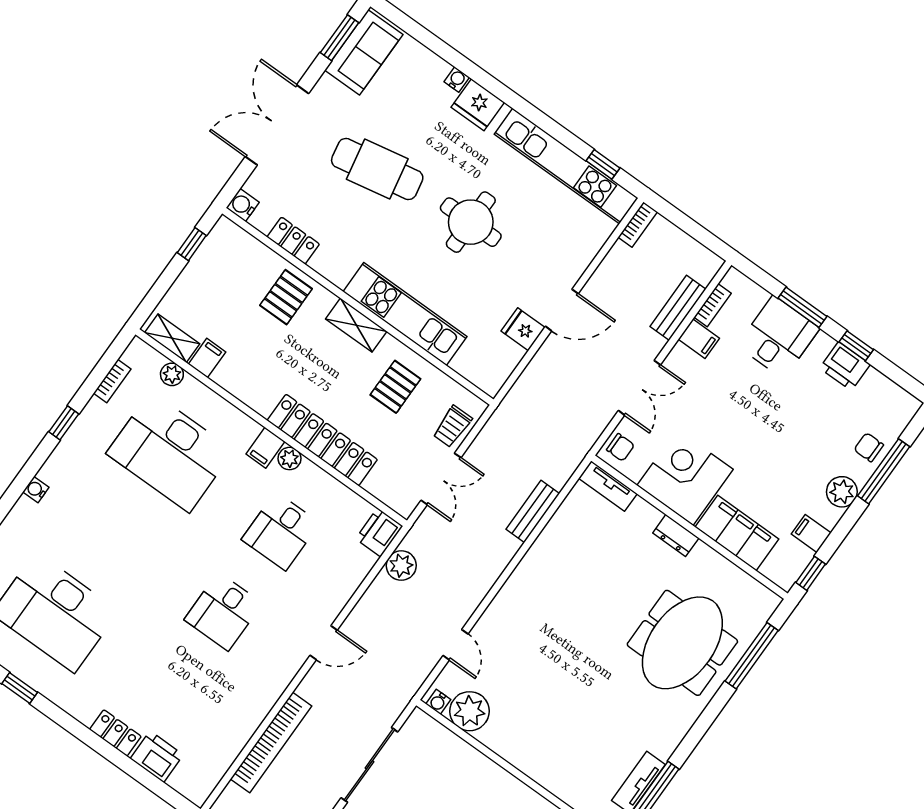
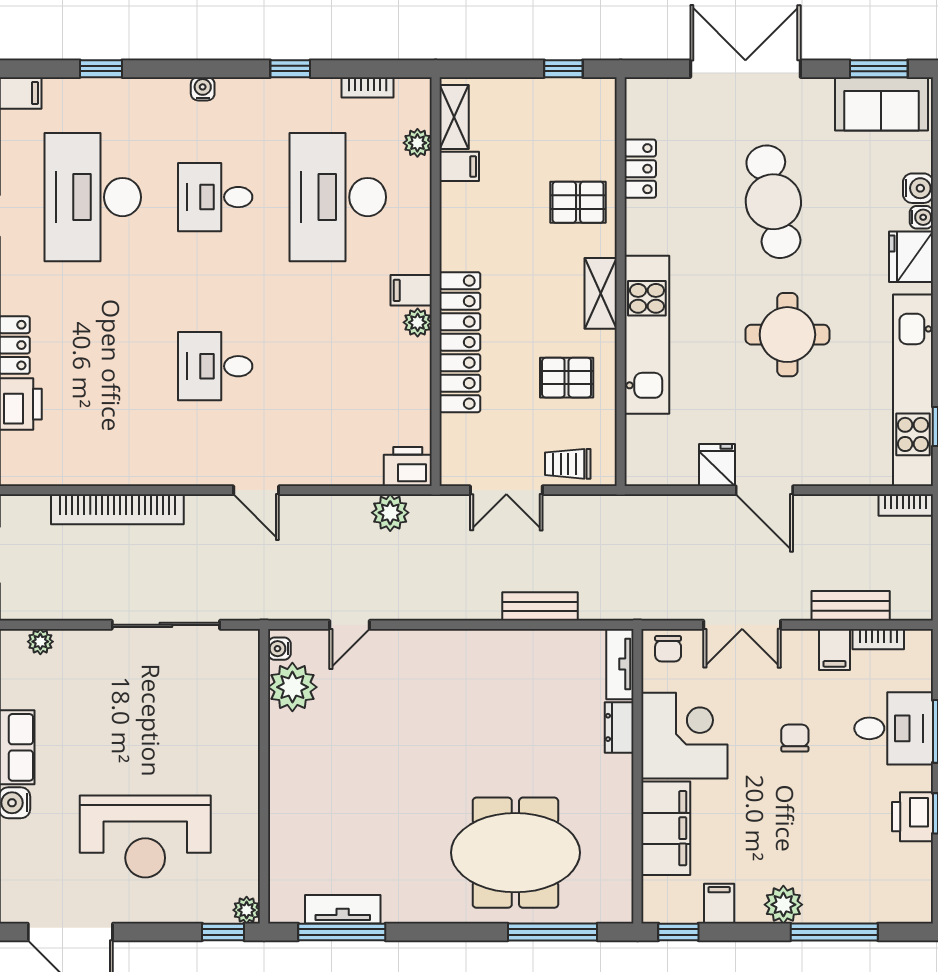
water cooler: (243, 205) -> (918, 188), moved, turned 90
chair: (869, 447) -> (795, 738), moved
desk: (281, 531) -> (215, 197), moved
dresser: (676, 535) -> (619, 727), moved

